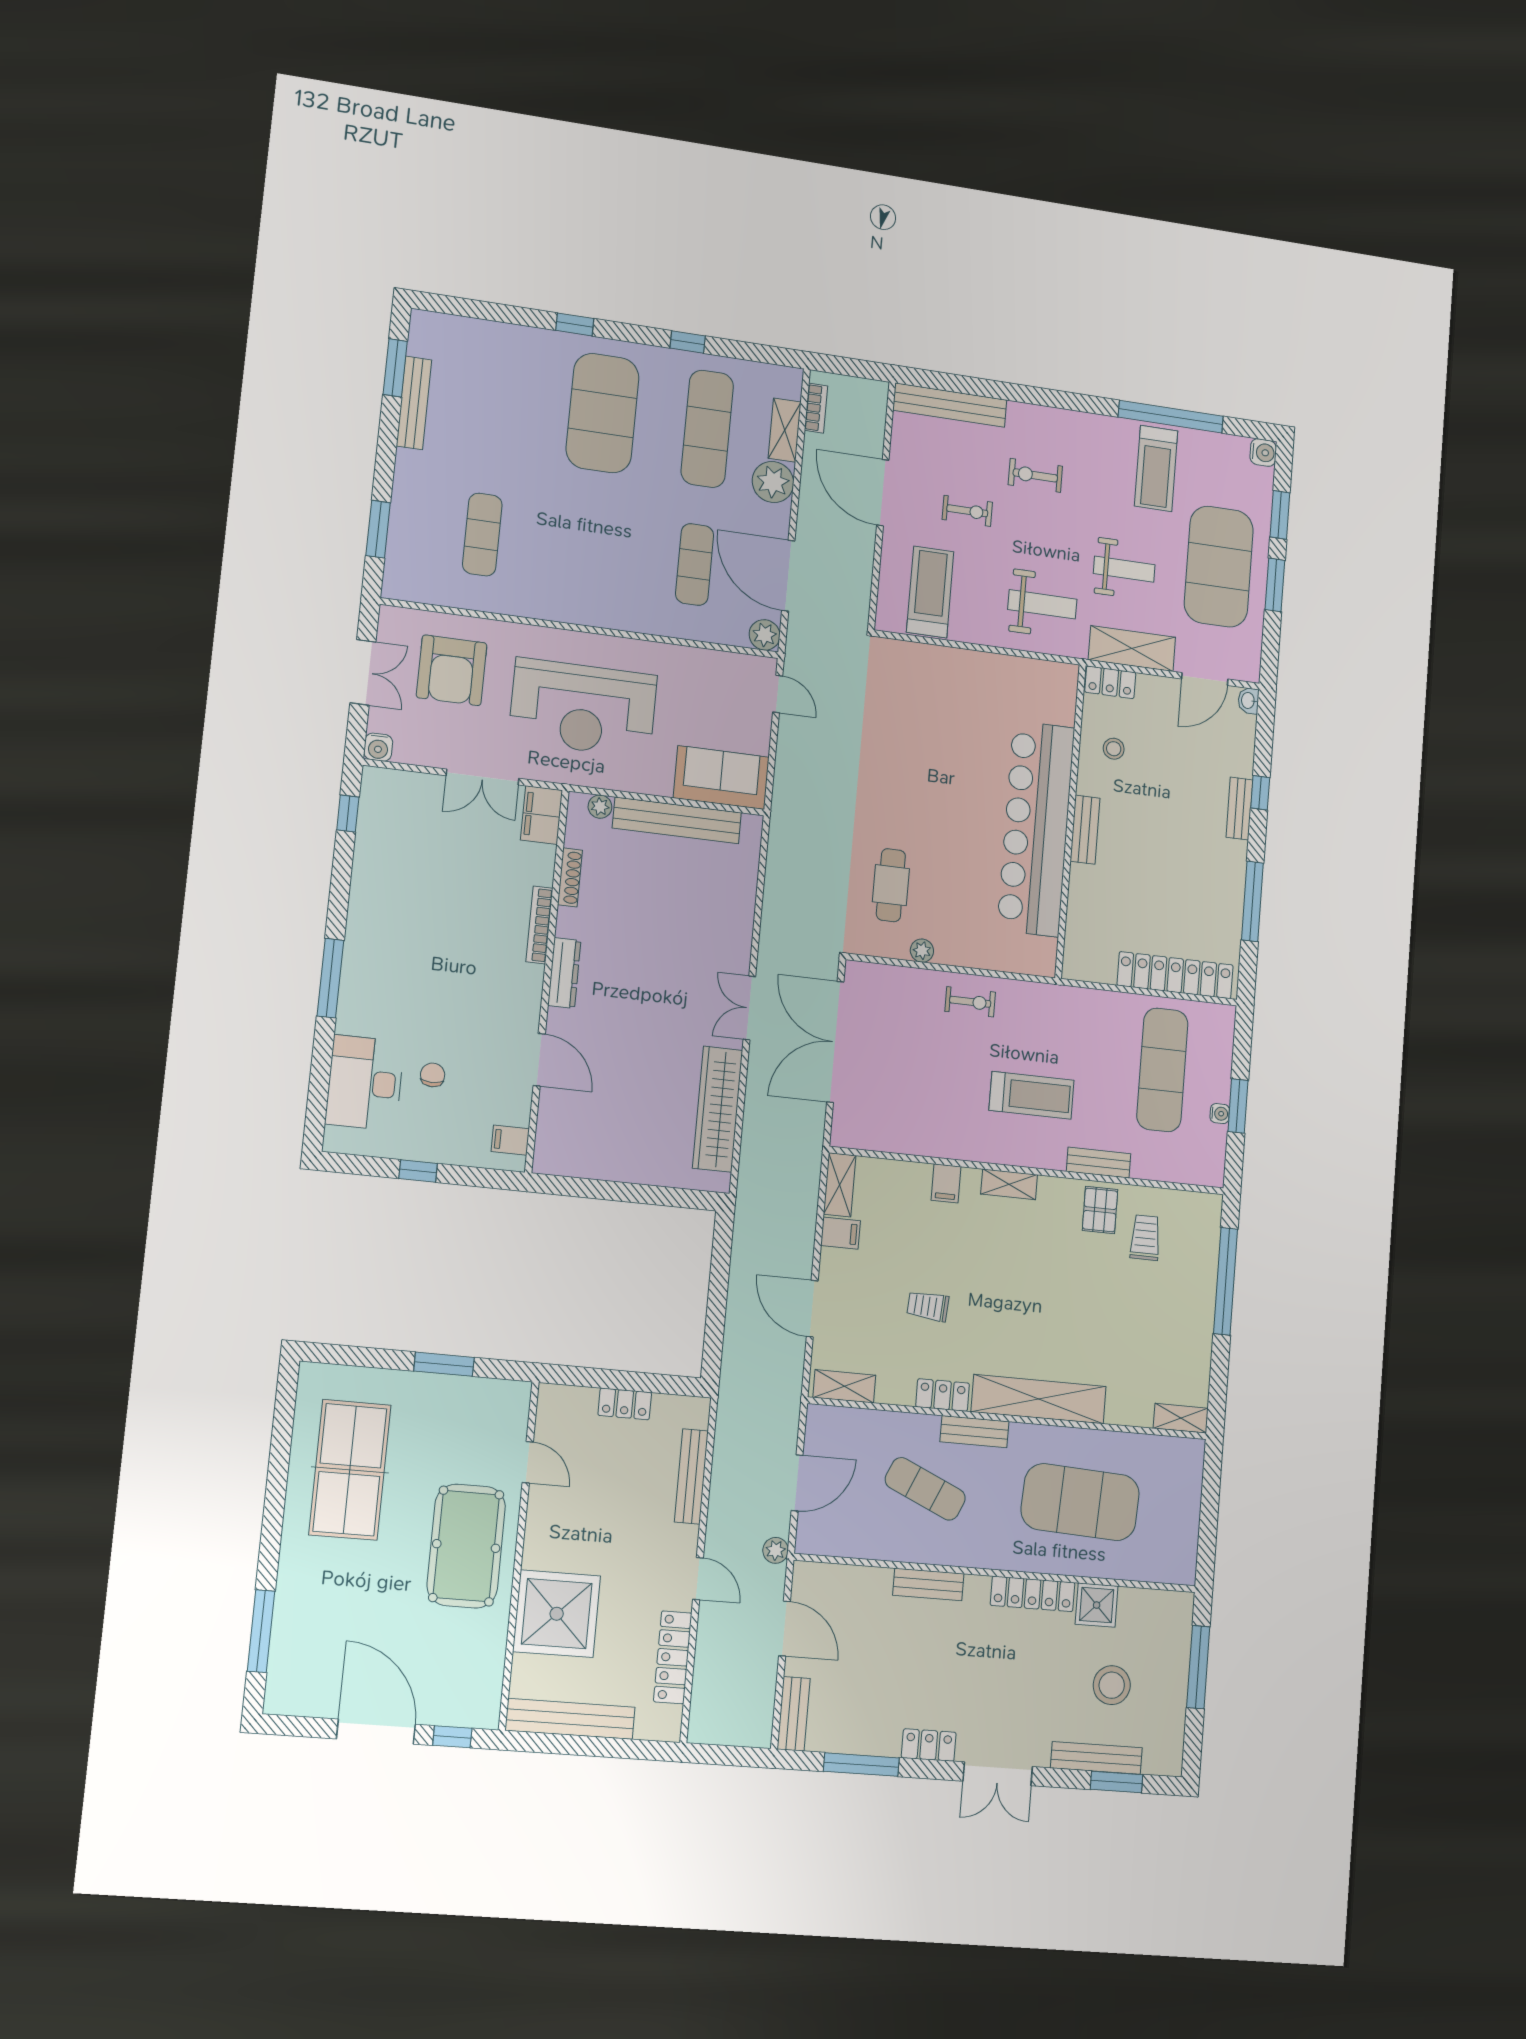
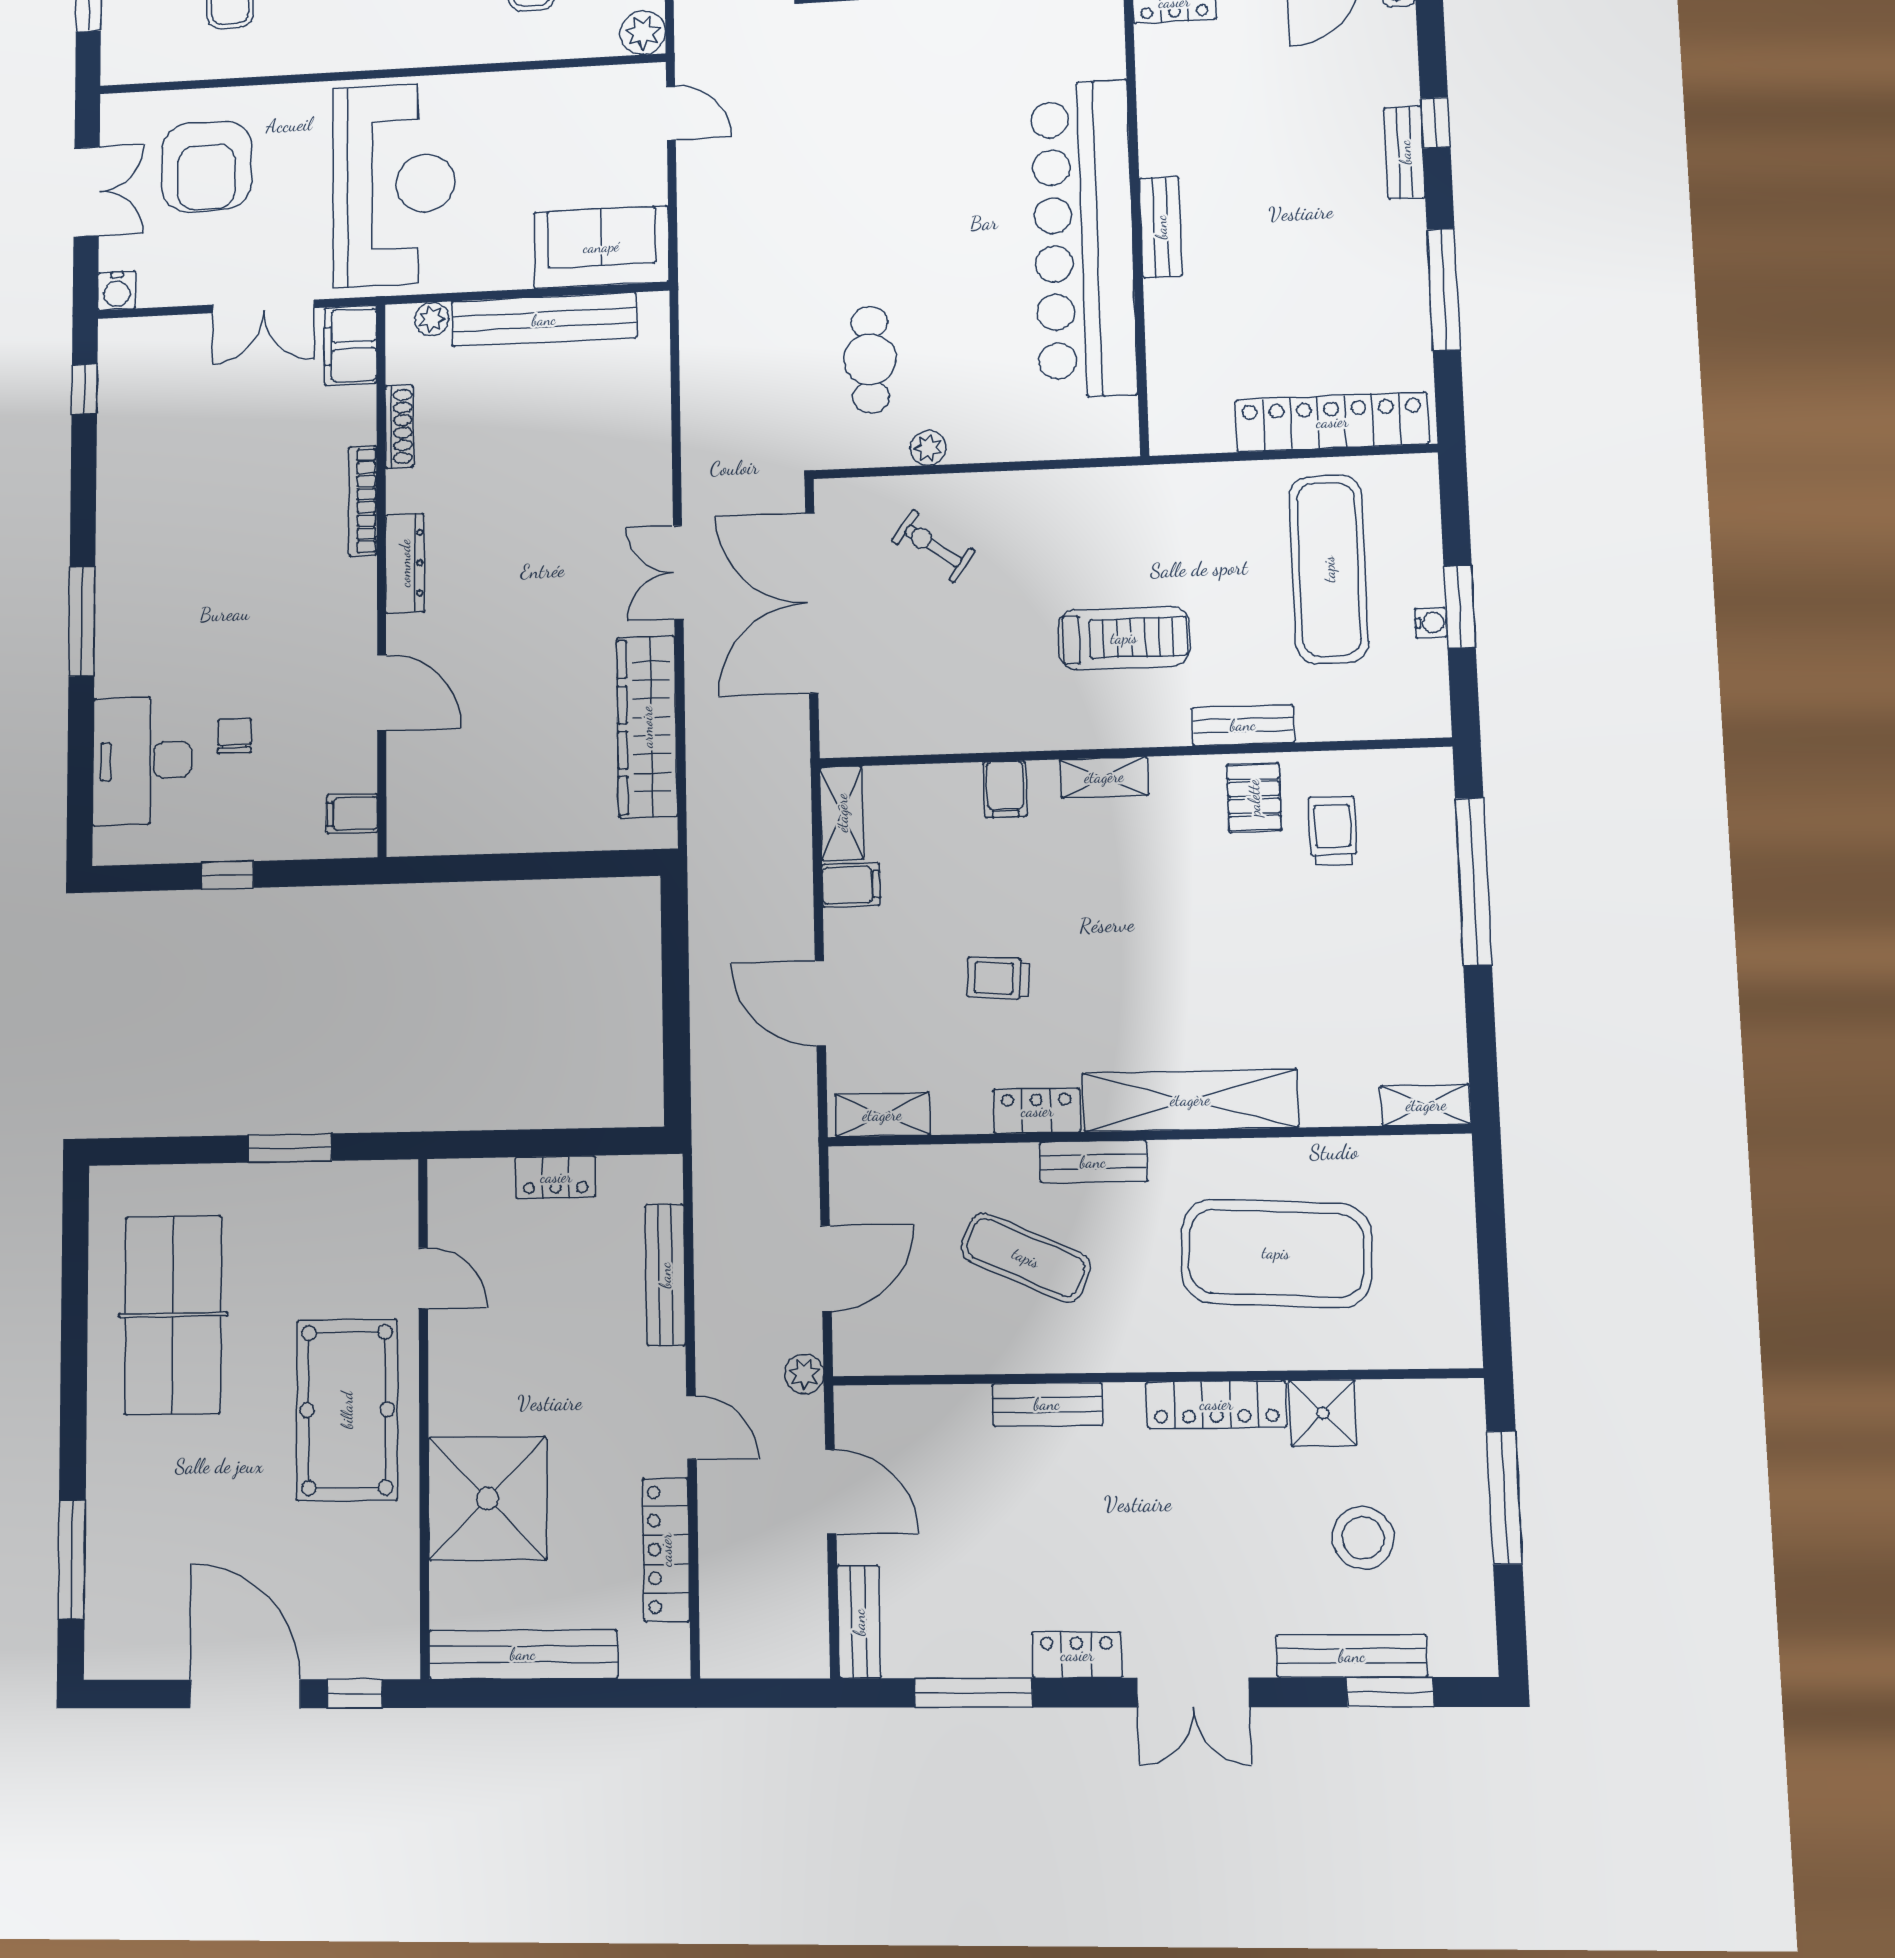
reception desk: (583, 708) -> (394, 185), turned -90
stool: (1114, 749) -> (1192, 99), removed
exercise bike: (970, 1002) -> (933, 546), moved, turned -144

